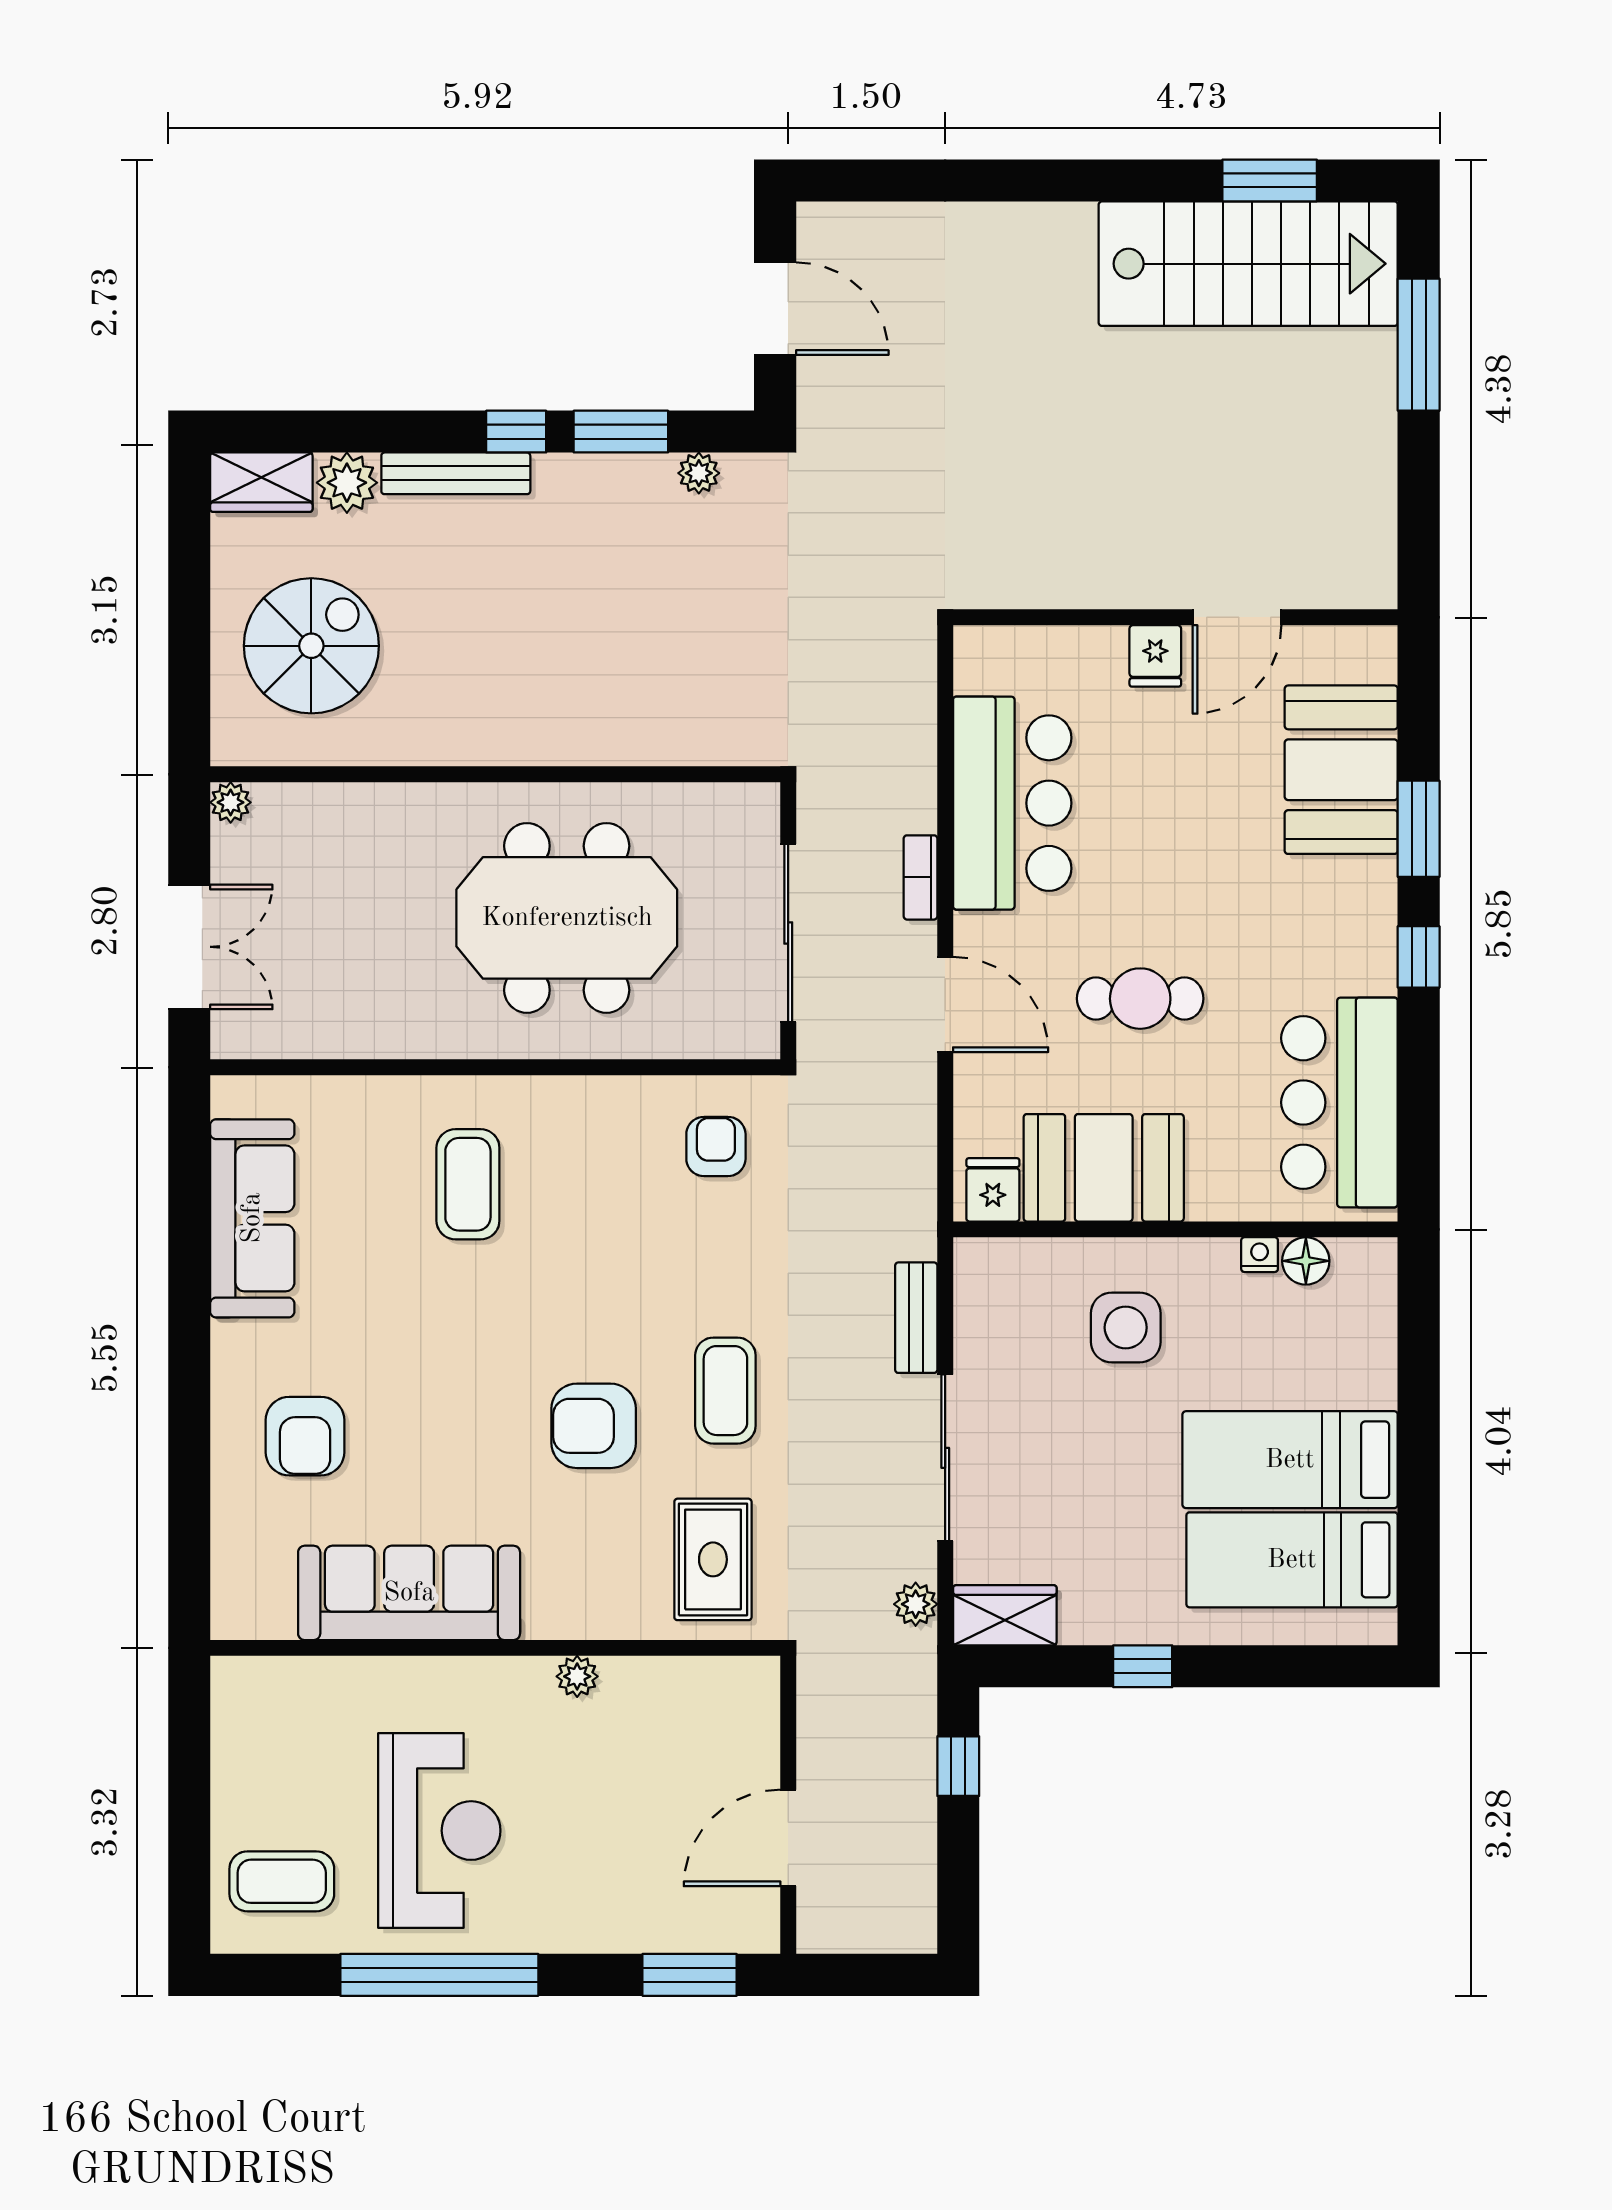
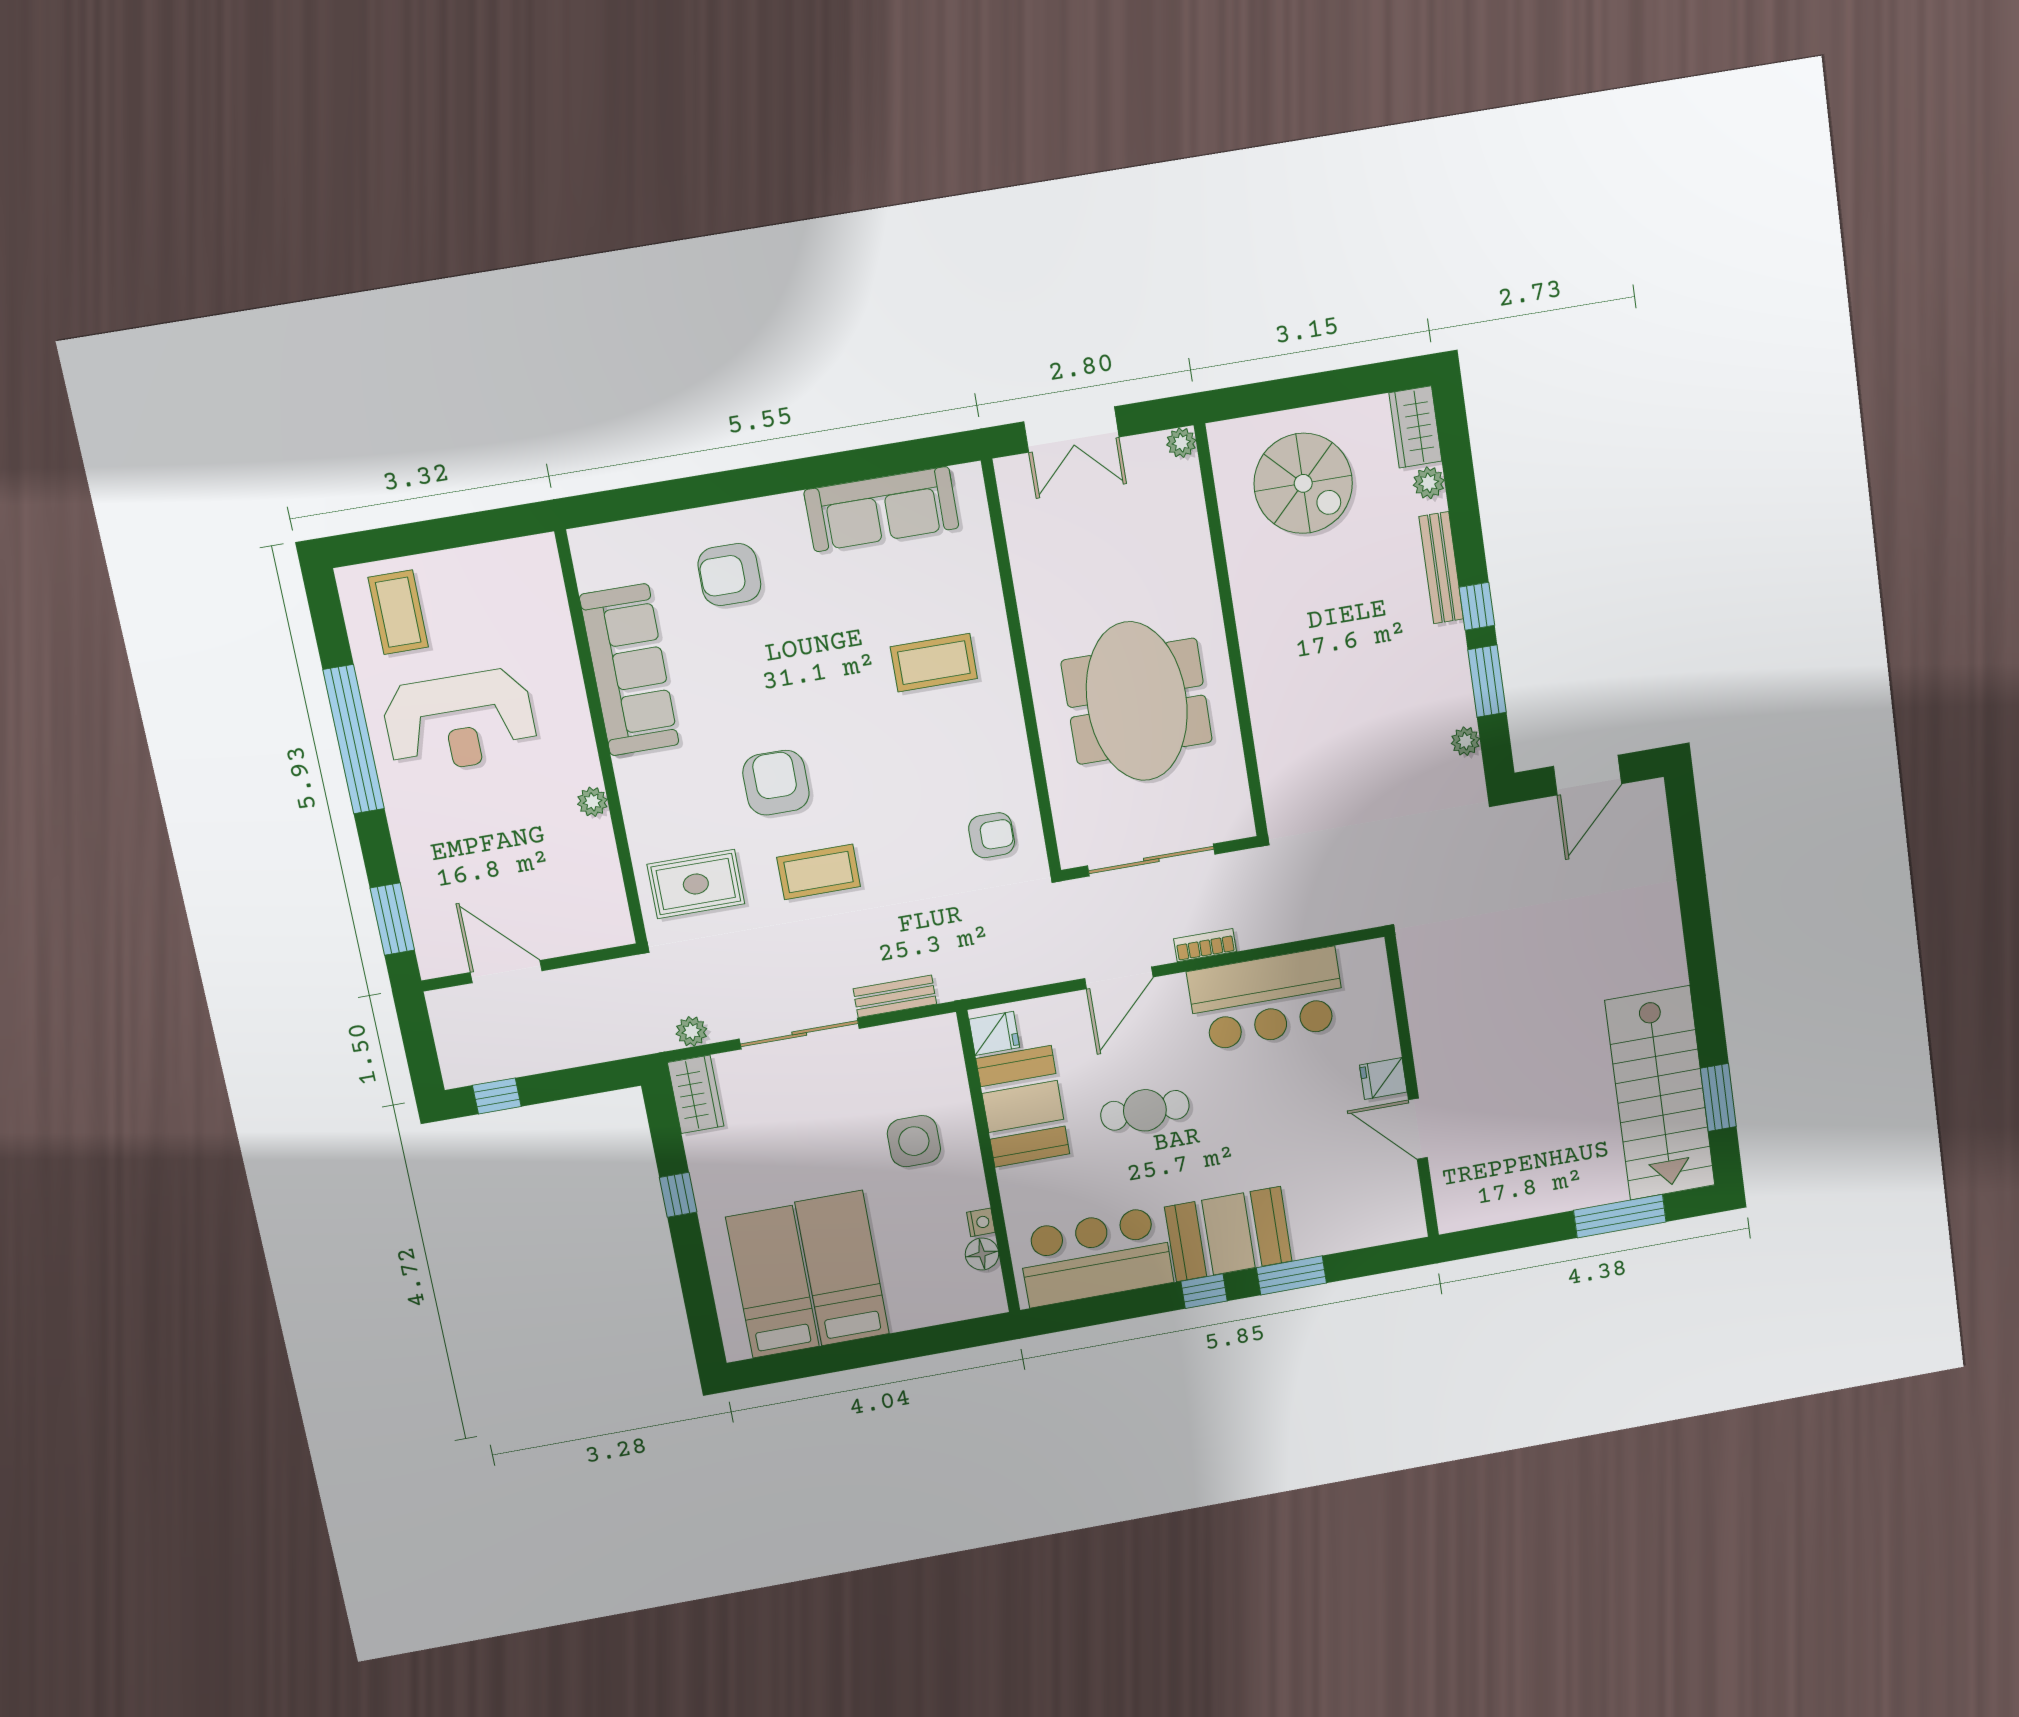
plant: (347, 483) -> (1429, 483), width x0.73, depth x0.73
booth: (1341, 770) -> (1228, 1234), moved
cafe table: (1140, 999) -> (1145, 1110), turned 90
window: (958, 1766) -> (497, 1096), moved

